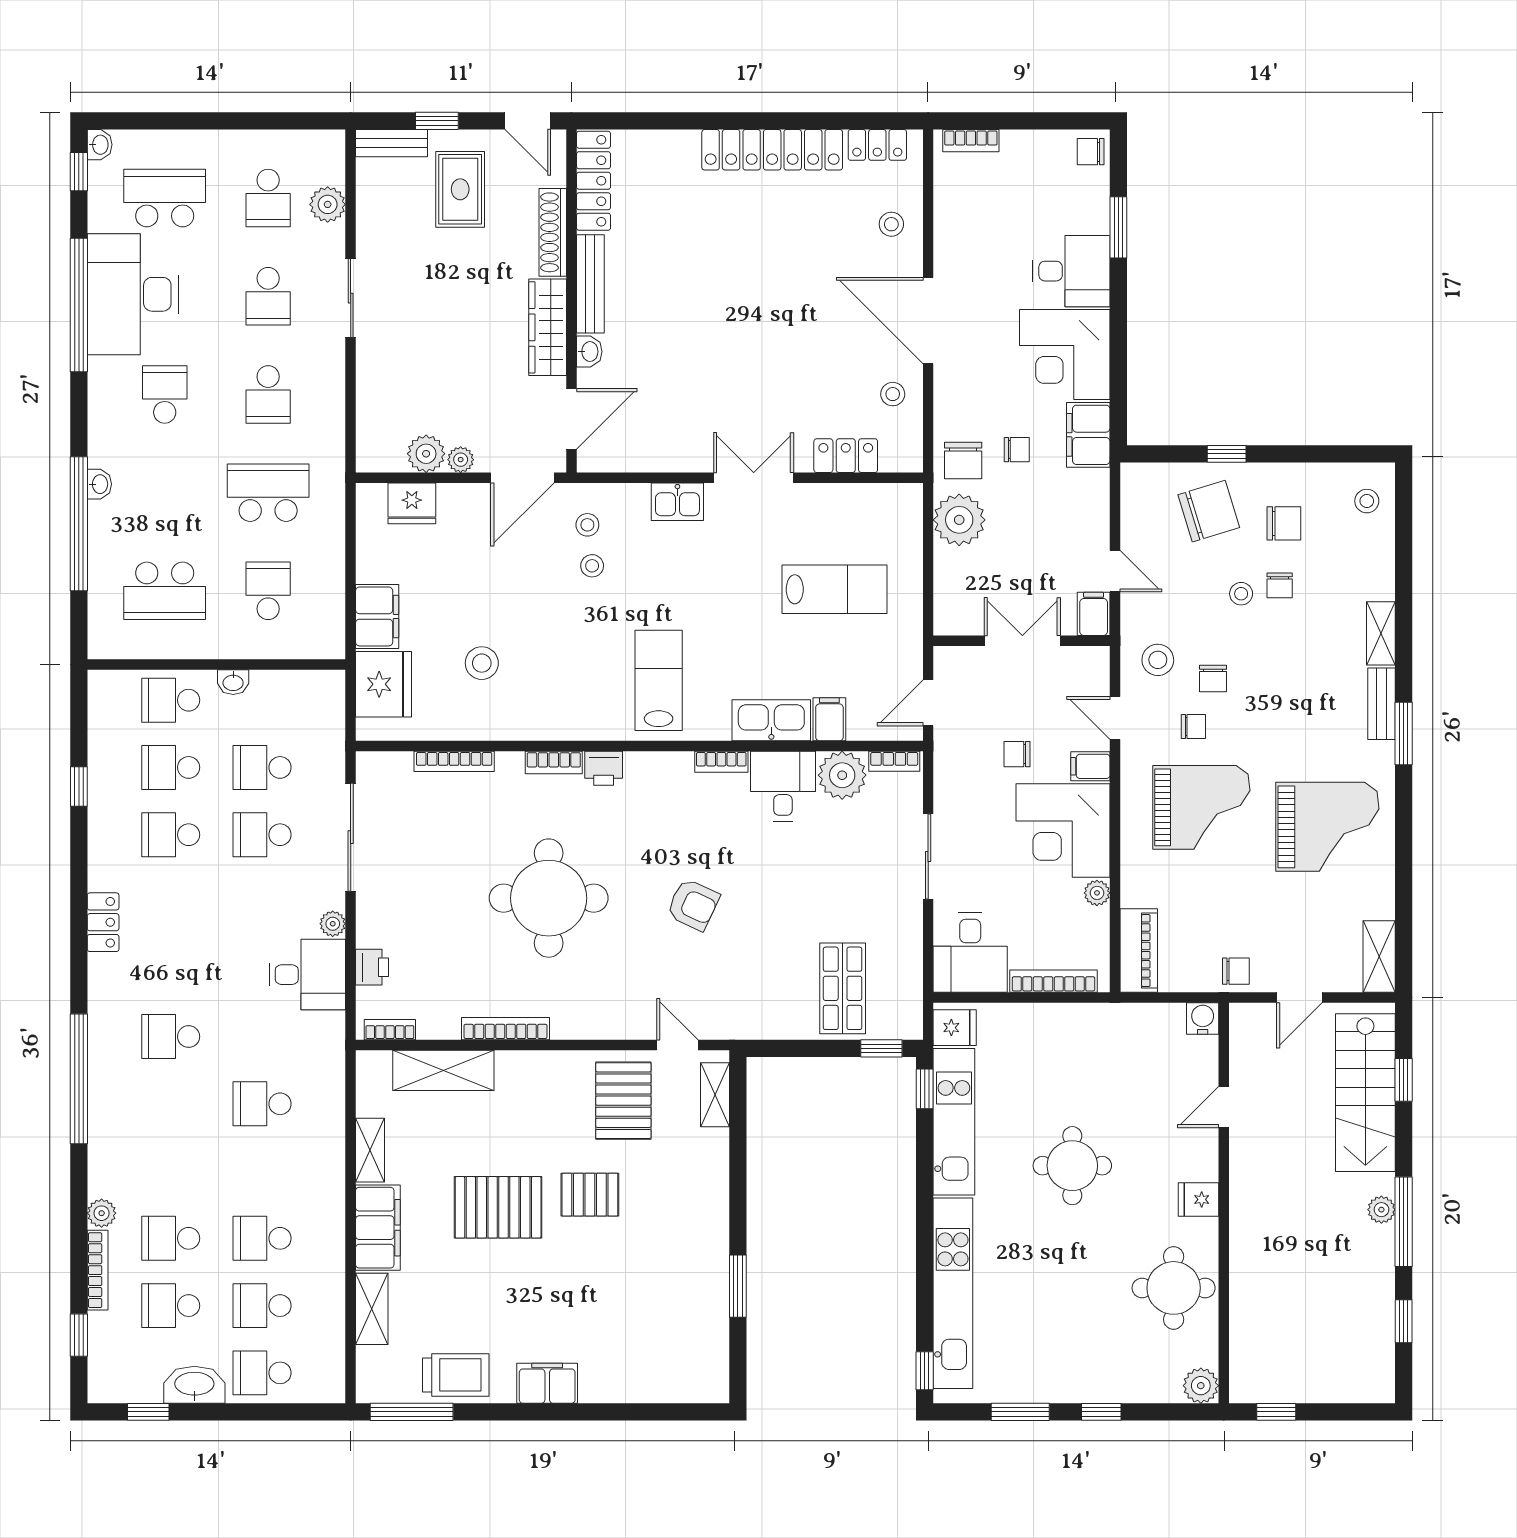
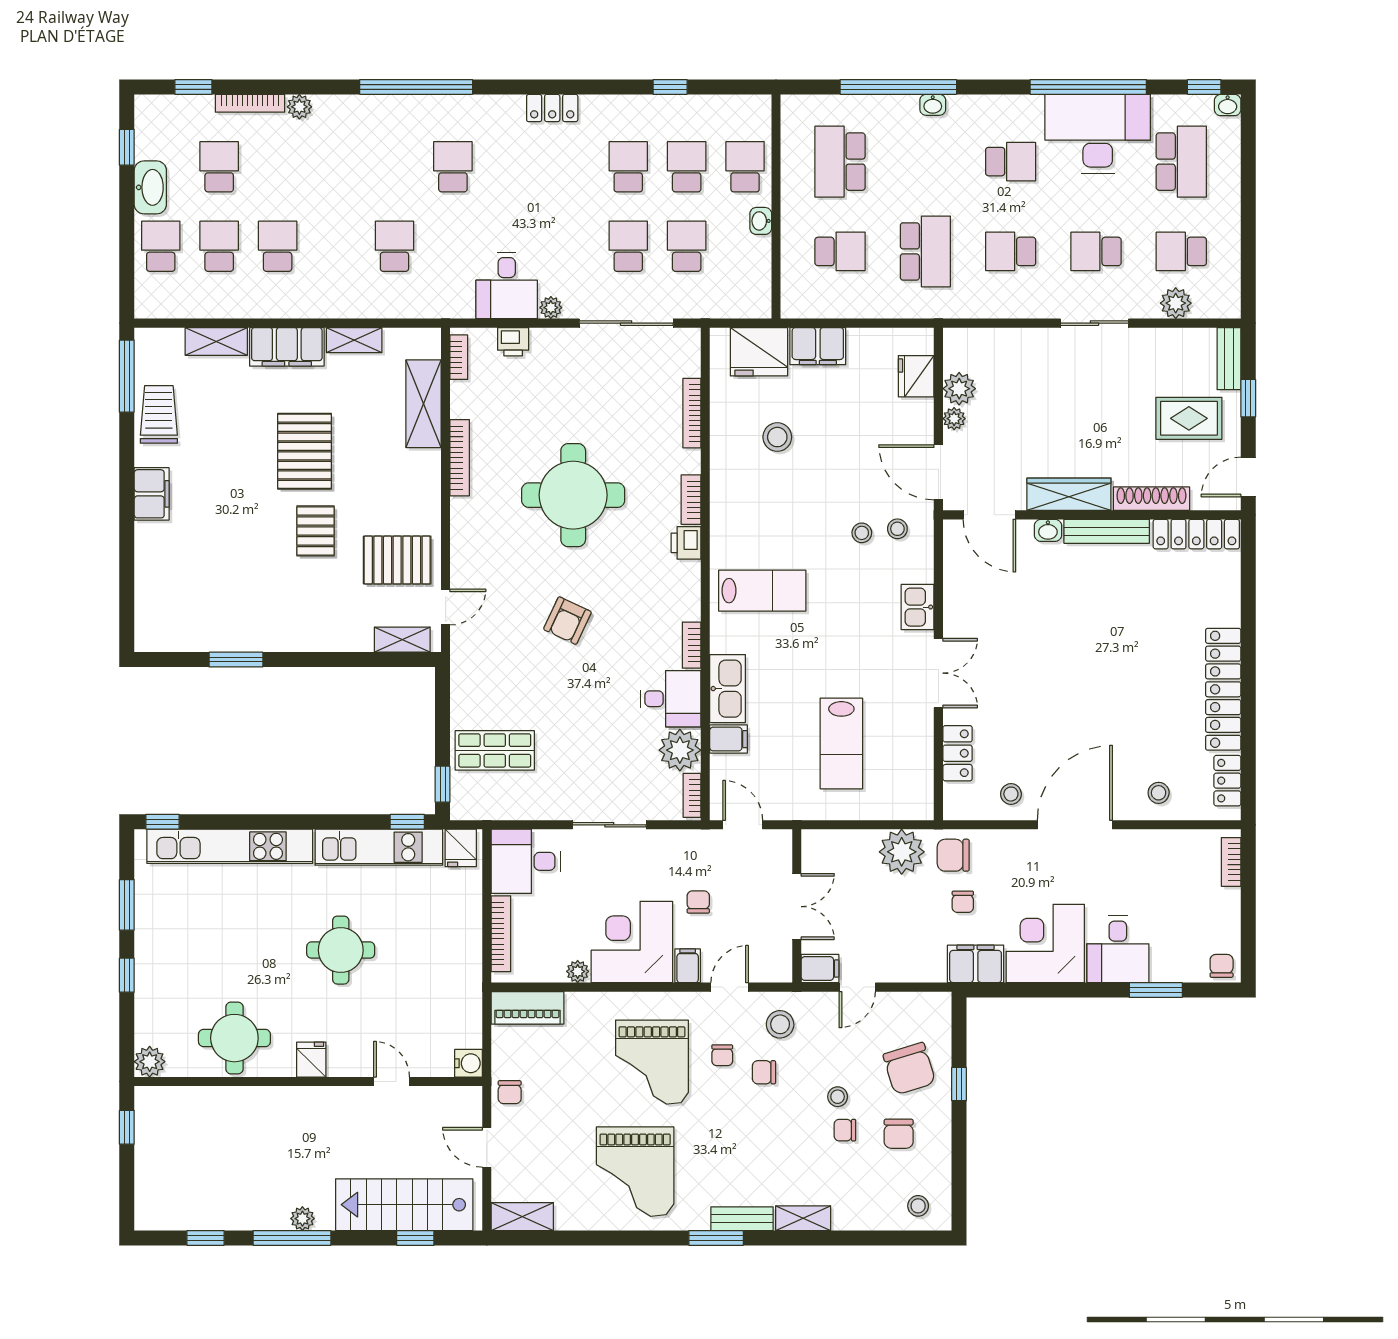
school desk: (171, 1238) -> (278, 167), removed
trolley: (456, 1375) -> (159, 414), turned 180

